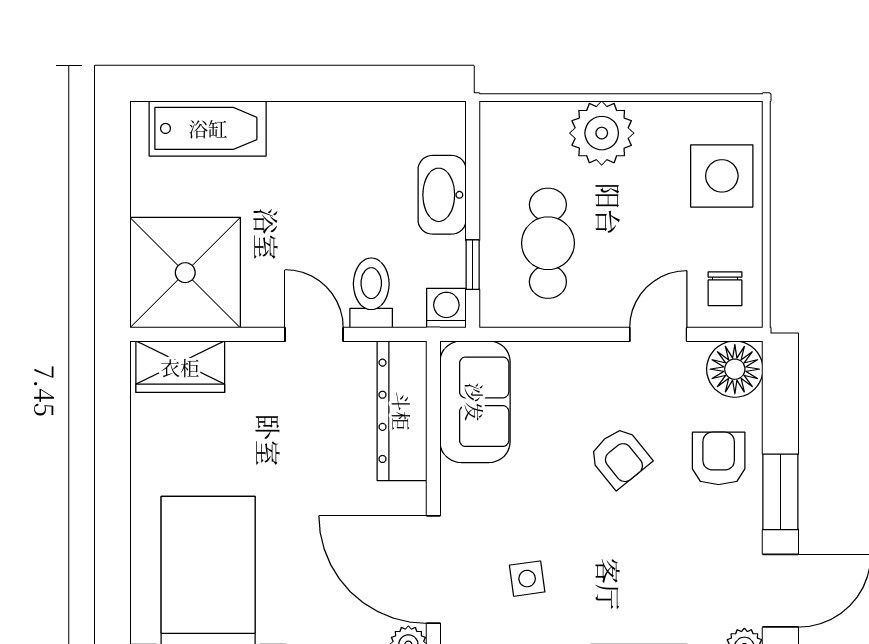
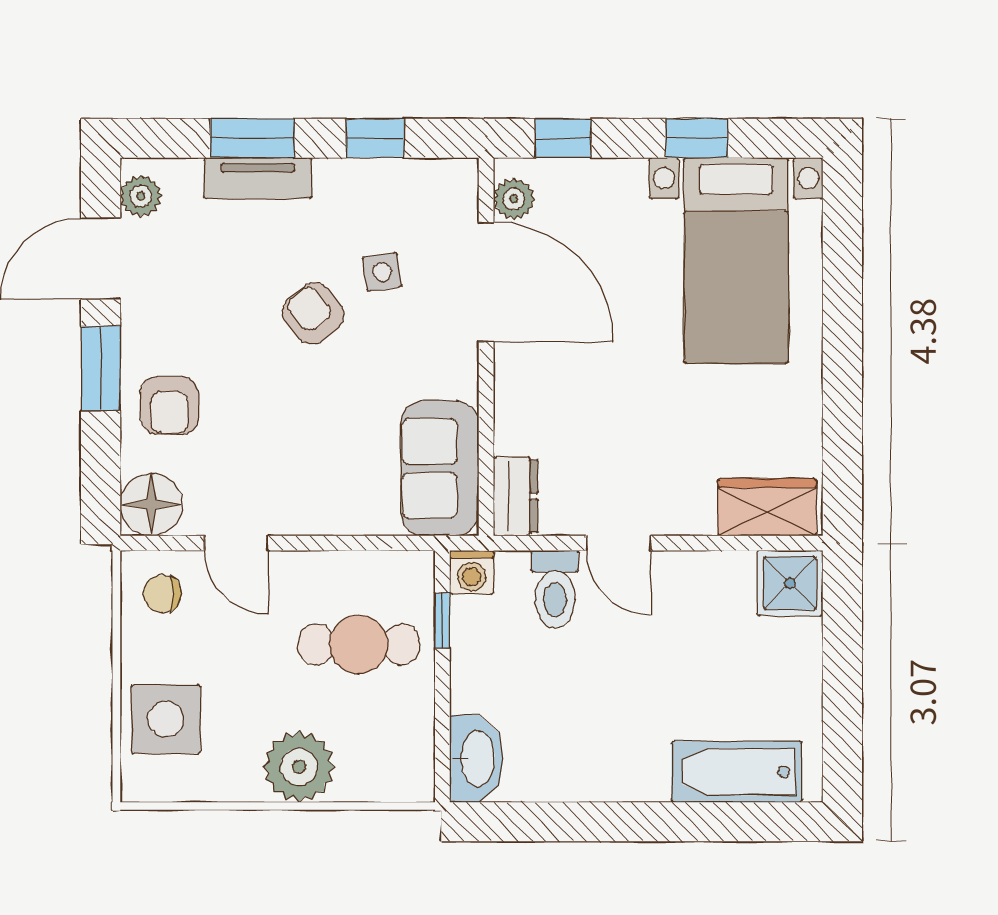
washbasin: (442, 195) -> (476, 759), moved
cafe table: (548, 243) -> (359, 644), turned 90
shower: (185, 273) -> (790, 583), width x0.54, depth x0.54
chair: (725, 289) -> (162, 594), turned -90
door: (658, 334) -> (236, 543), hinge flipped
dresser: (402, 411) -> (516, 496), width x0.51, depth x0.80
armchair: (620, 457) -> (313, 314), moved

